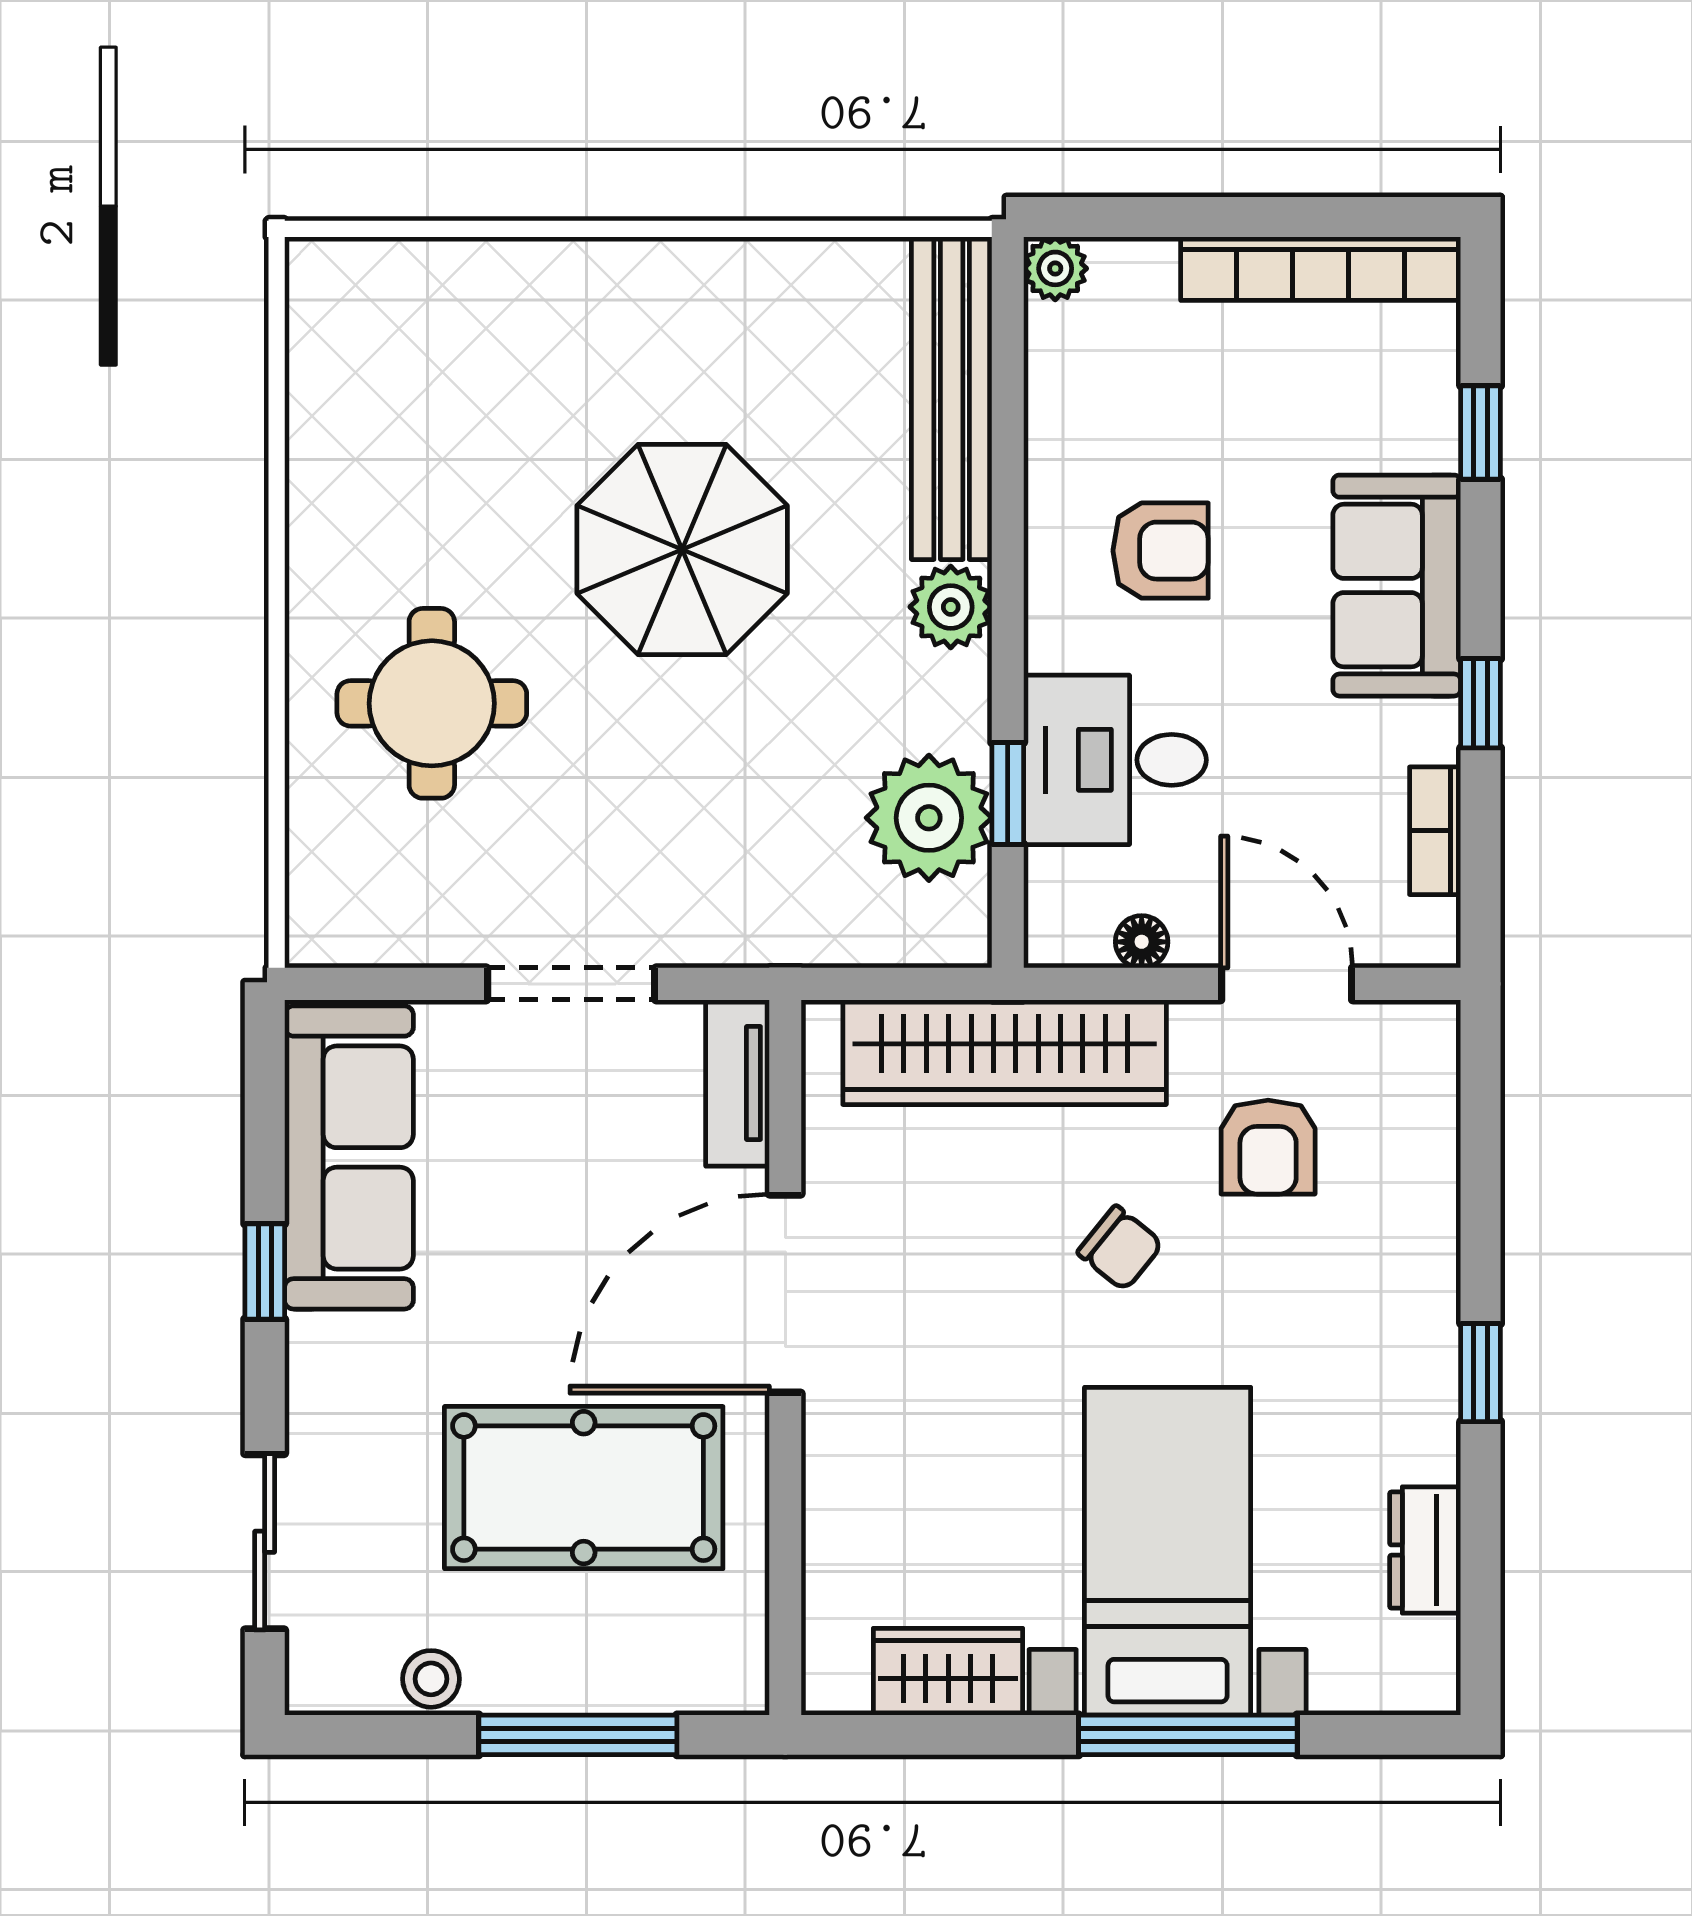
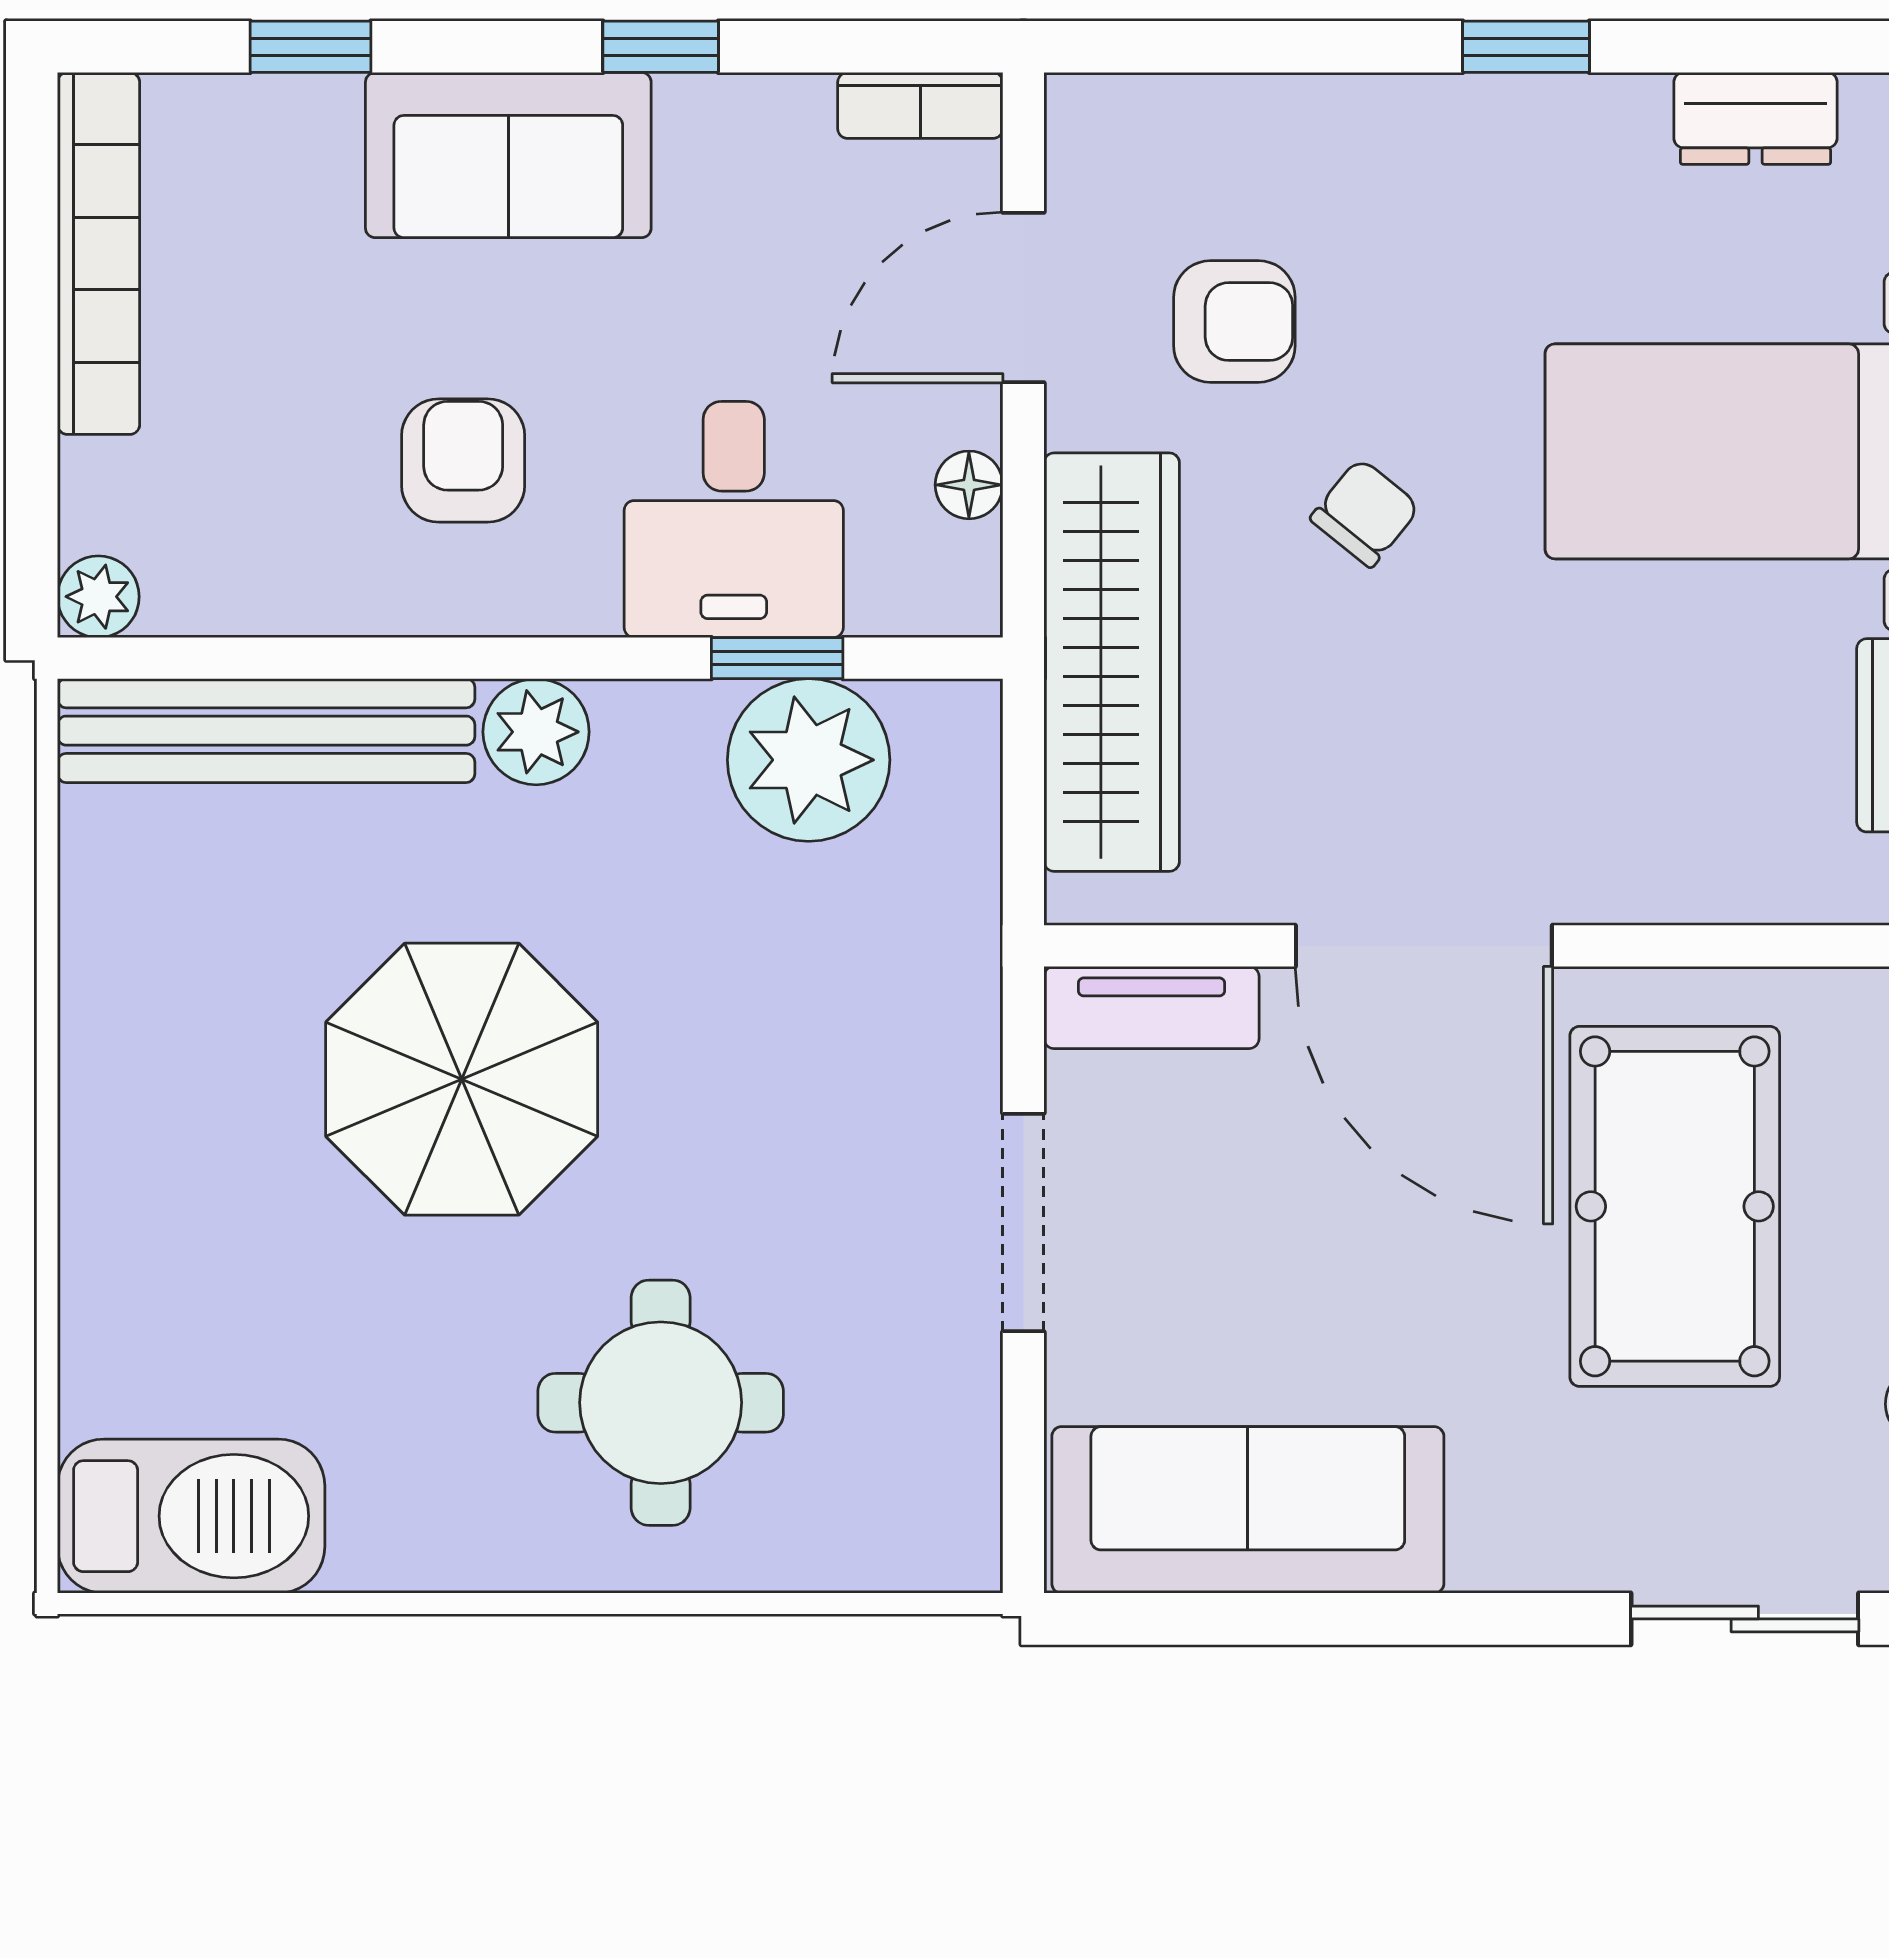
barbecue: (344, 340) -> (191, 1516), added
bookcase: (1435, 831) -> (920, 105), moved
window: (265, 1271) -> (1395, 1619), removed

